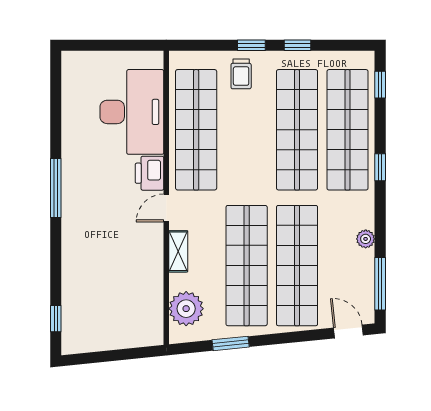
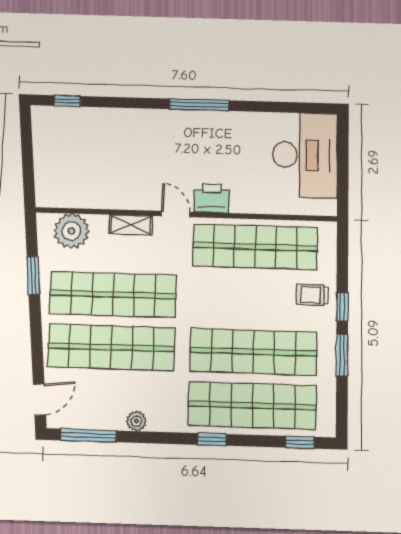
window: (298, 45) -> (342, 355), width x1.50
desk: (132, 112) -> (305, 155), moved, turned -90

